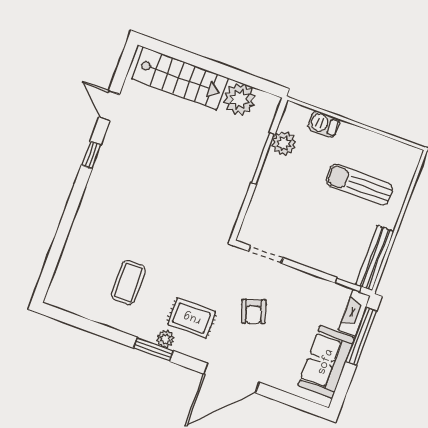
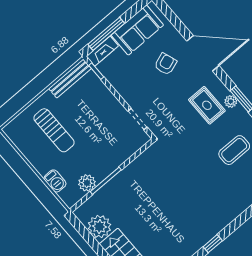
armchair: (254, 311) -> (166, 64), moved

